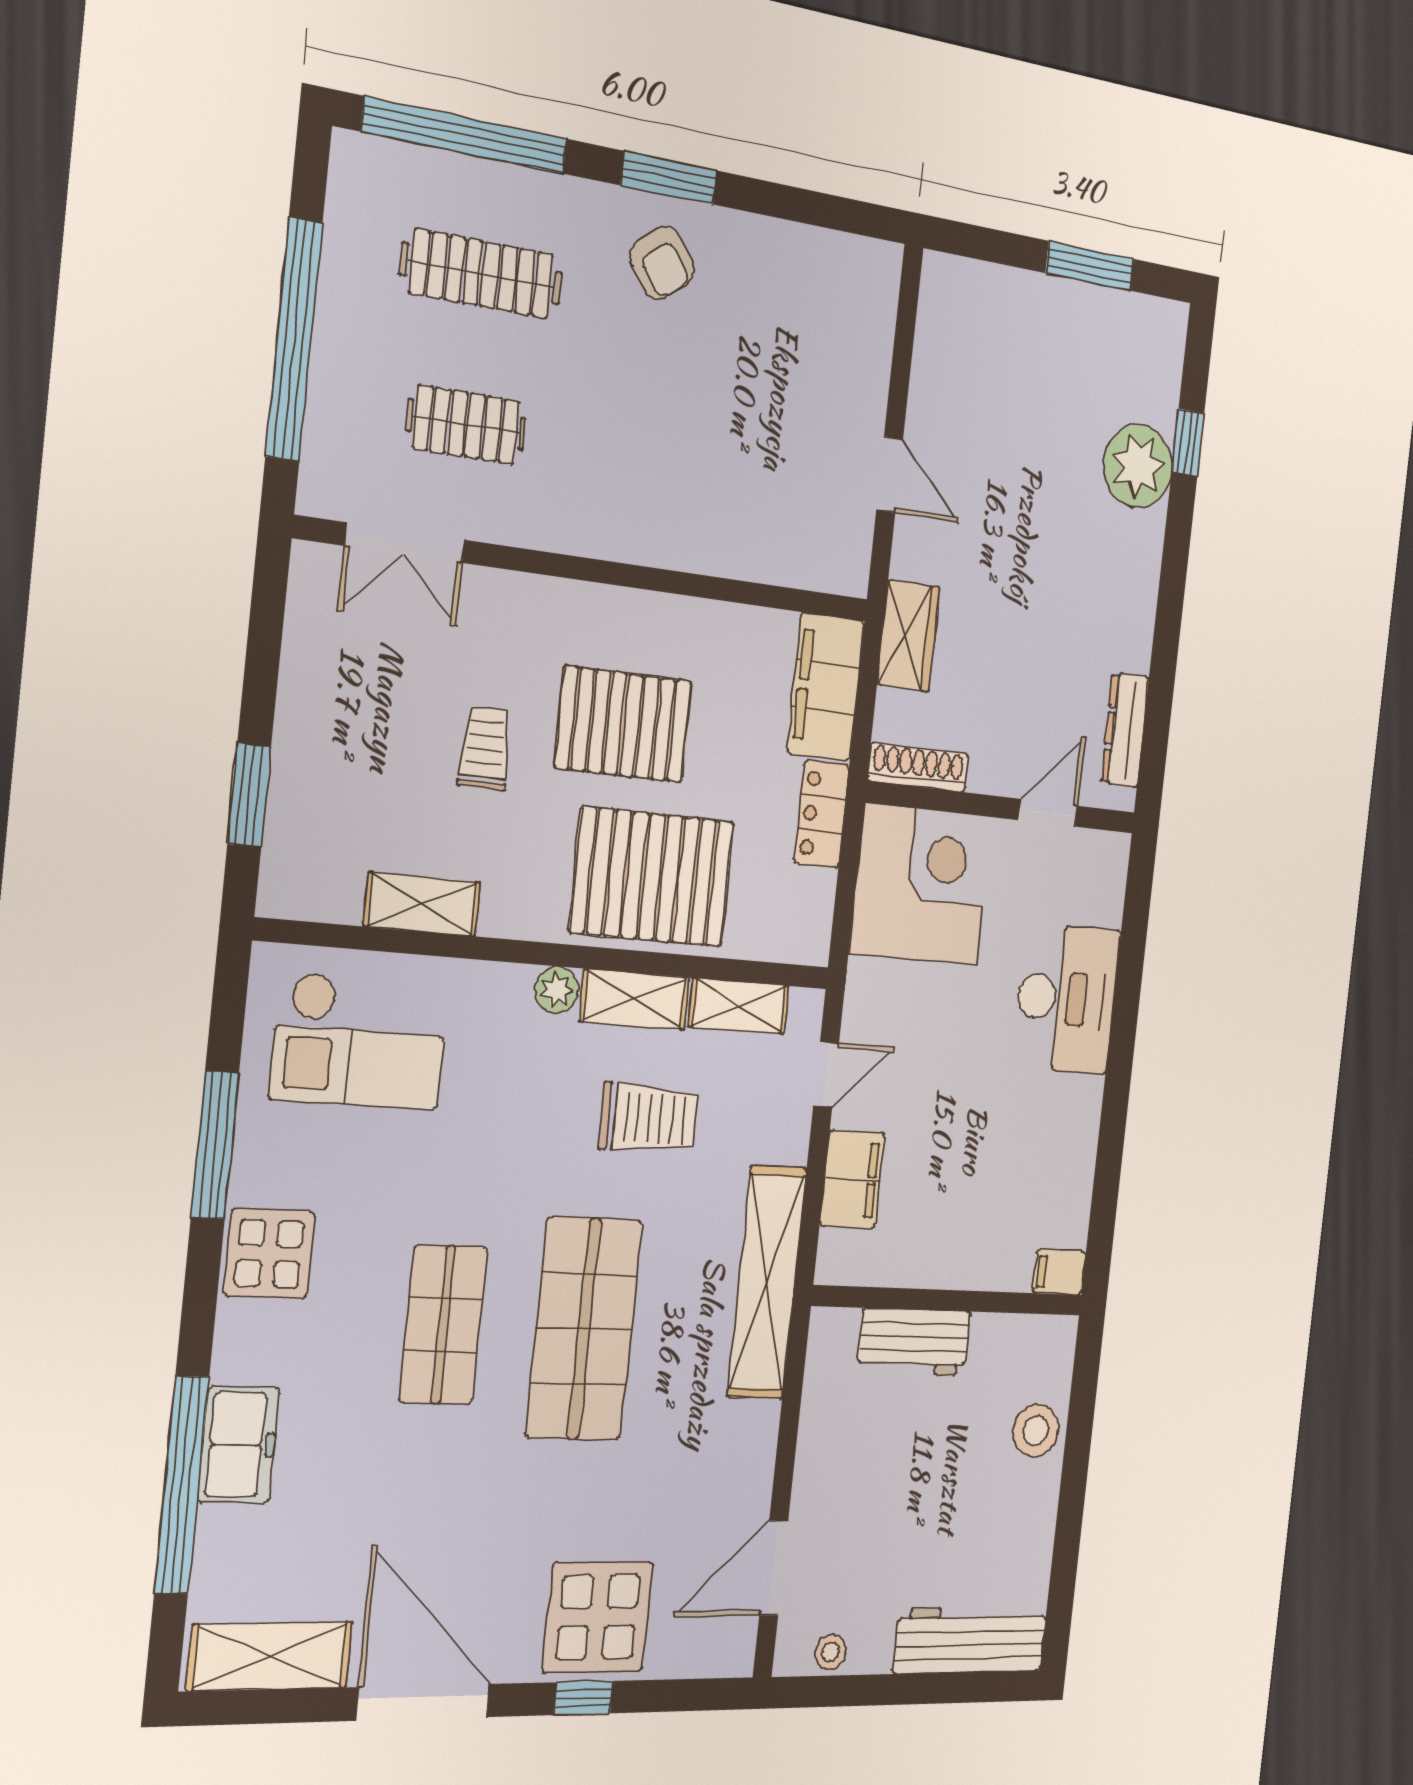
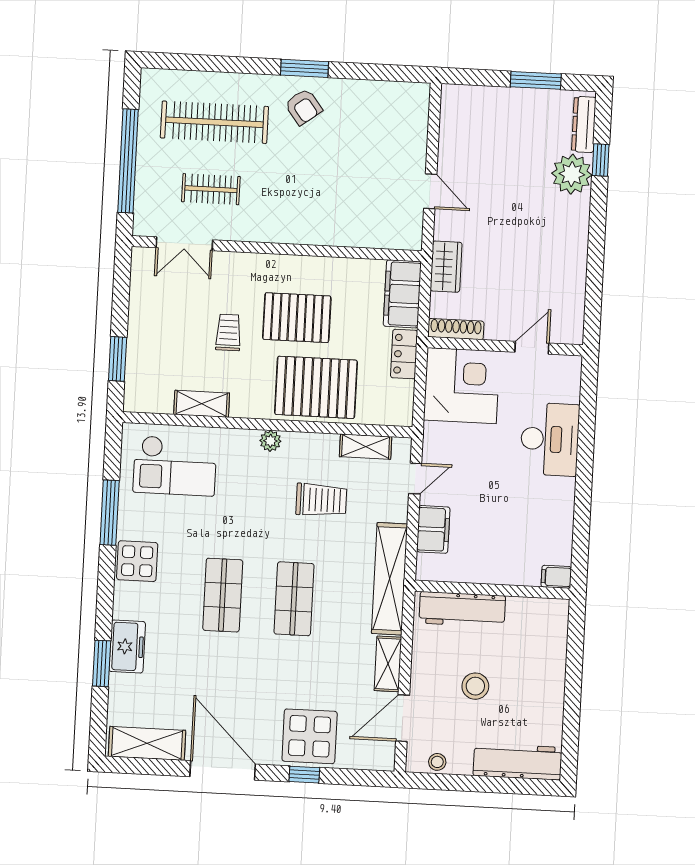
window: (465, 135) -> (203, 63), removed
clothes rail: (481, 274) -> (214, 122), width x1.37, depth x1.31
dresser: (1125, 730) -> (584, 124), moved
shelving: (634, 999) -> (388, 664), moved, turned 90
shop shelf: (584, 1329) -> (294, 599), width x0.70, depth x0.74
workbench: (914, 1342) -> (462, 609), width x1.38
stool: (1036, 1430) -> (475, 686), moved
window: (182, 1485) -> (102, 663), width x0.47

